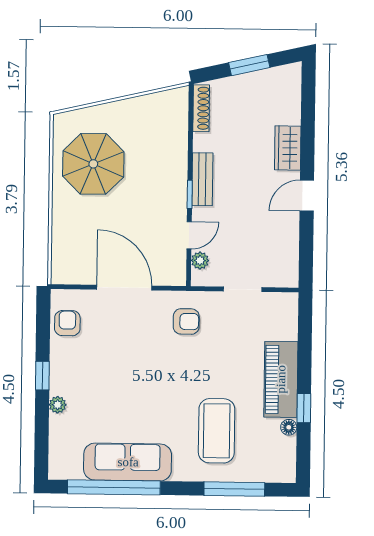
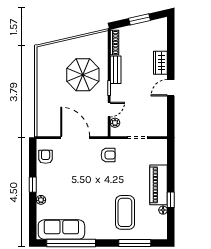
parasol: (93, 164) -> (83, 75), moved
bench: (202, 179) -> (116, 70), moved
sofa: (128, 462) -> (61, 230), moved

